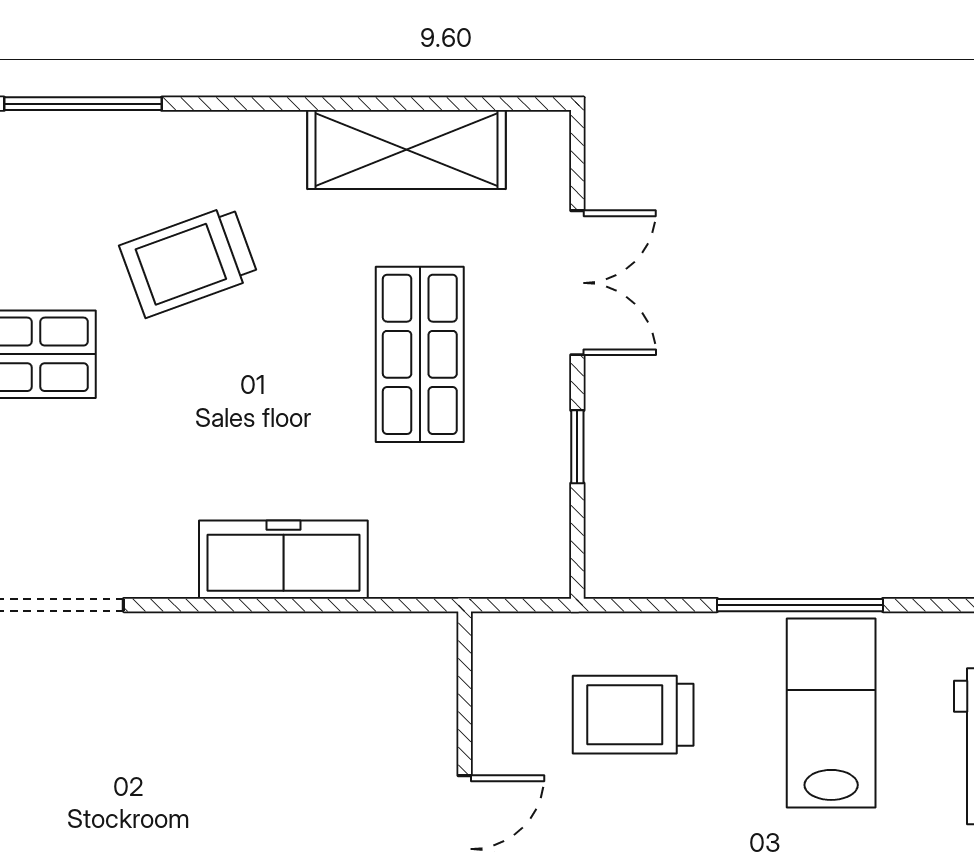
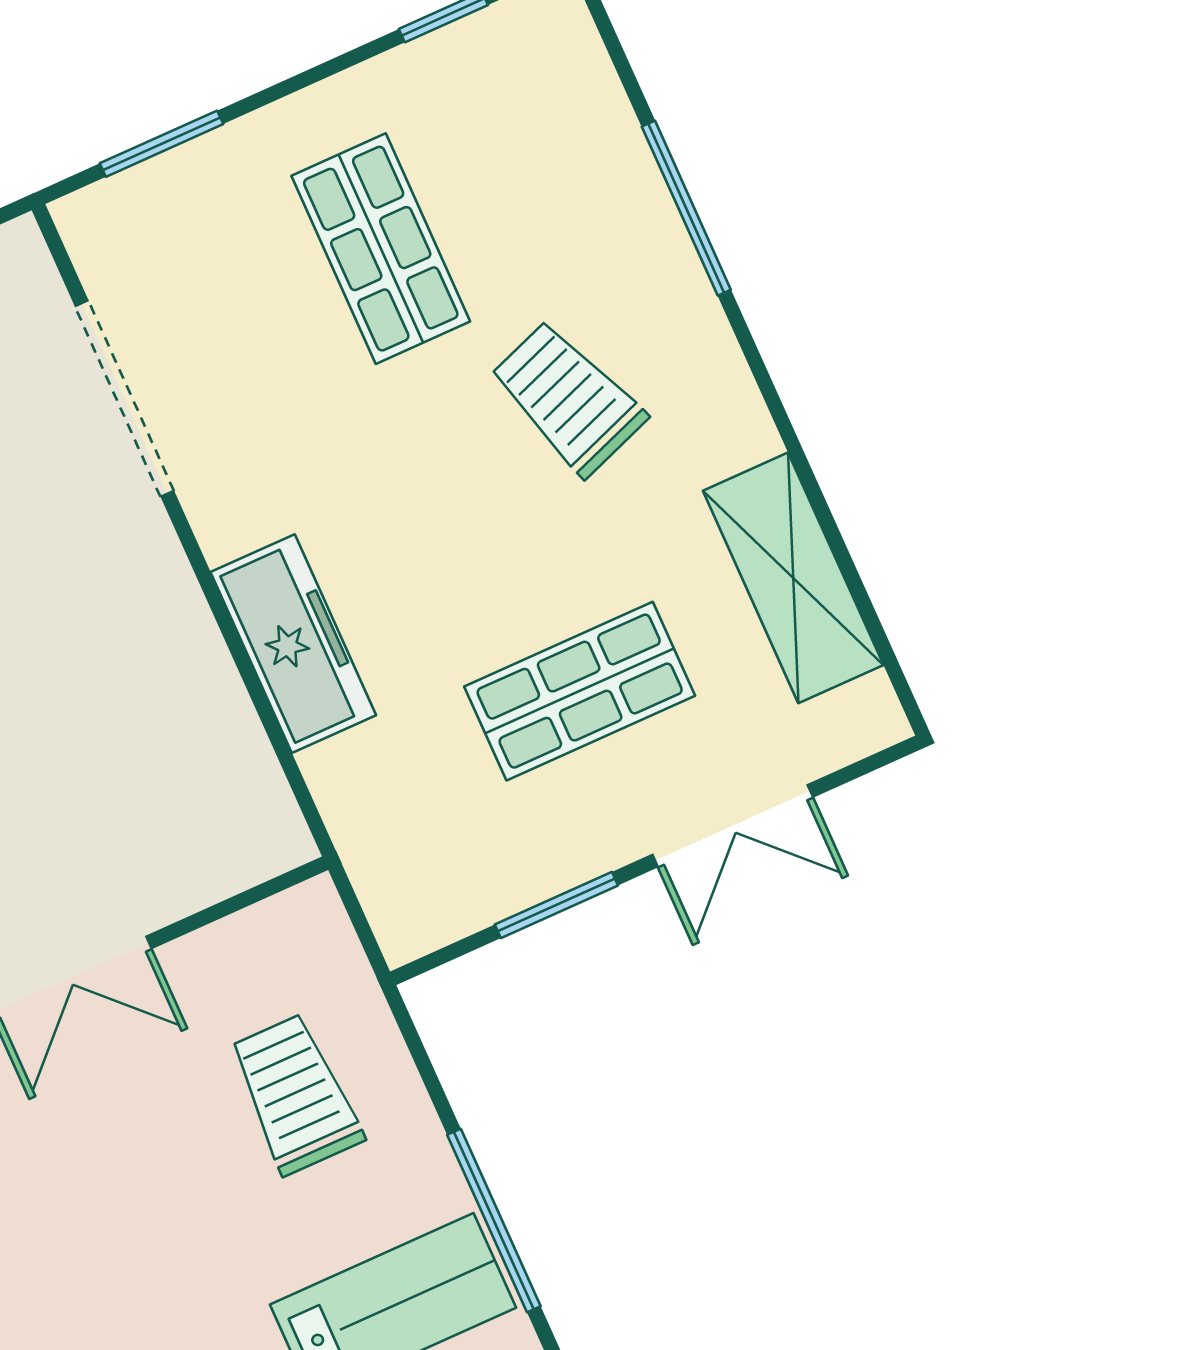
window: (577, 447) -> (556, 905), width x1.50

